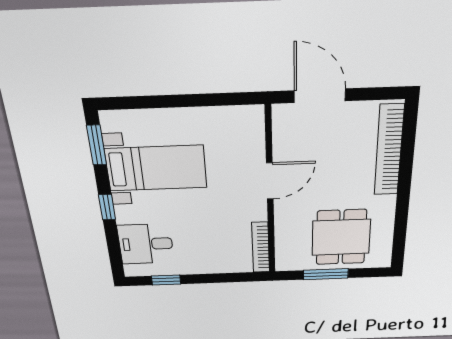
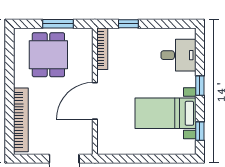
window: (97, 145) -> (200, 131), width x0.67
door: (270, 181) -> (95, 101), width x1.36
window: (166, 280) -> (128, 24), moved

